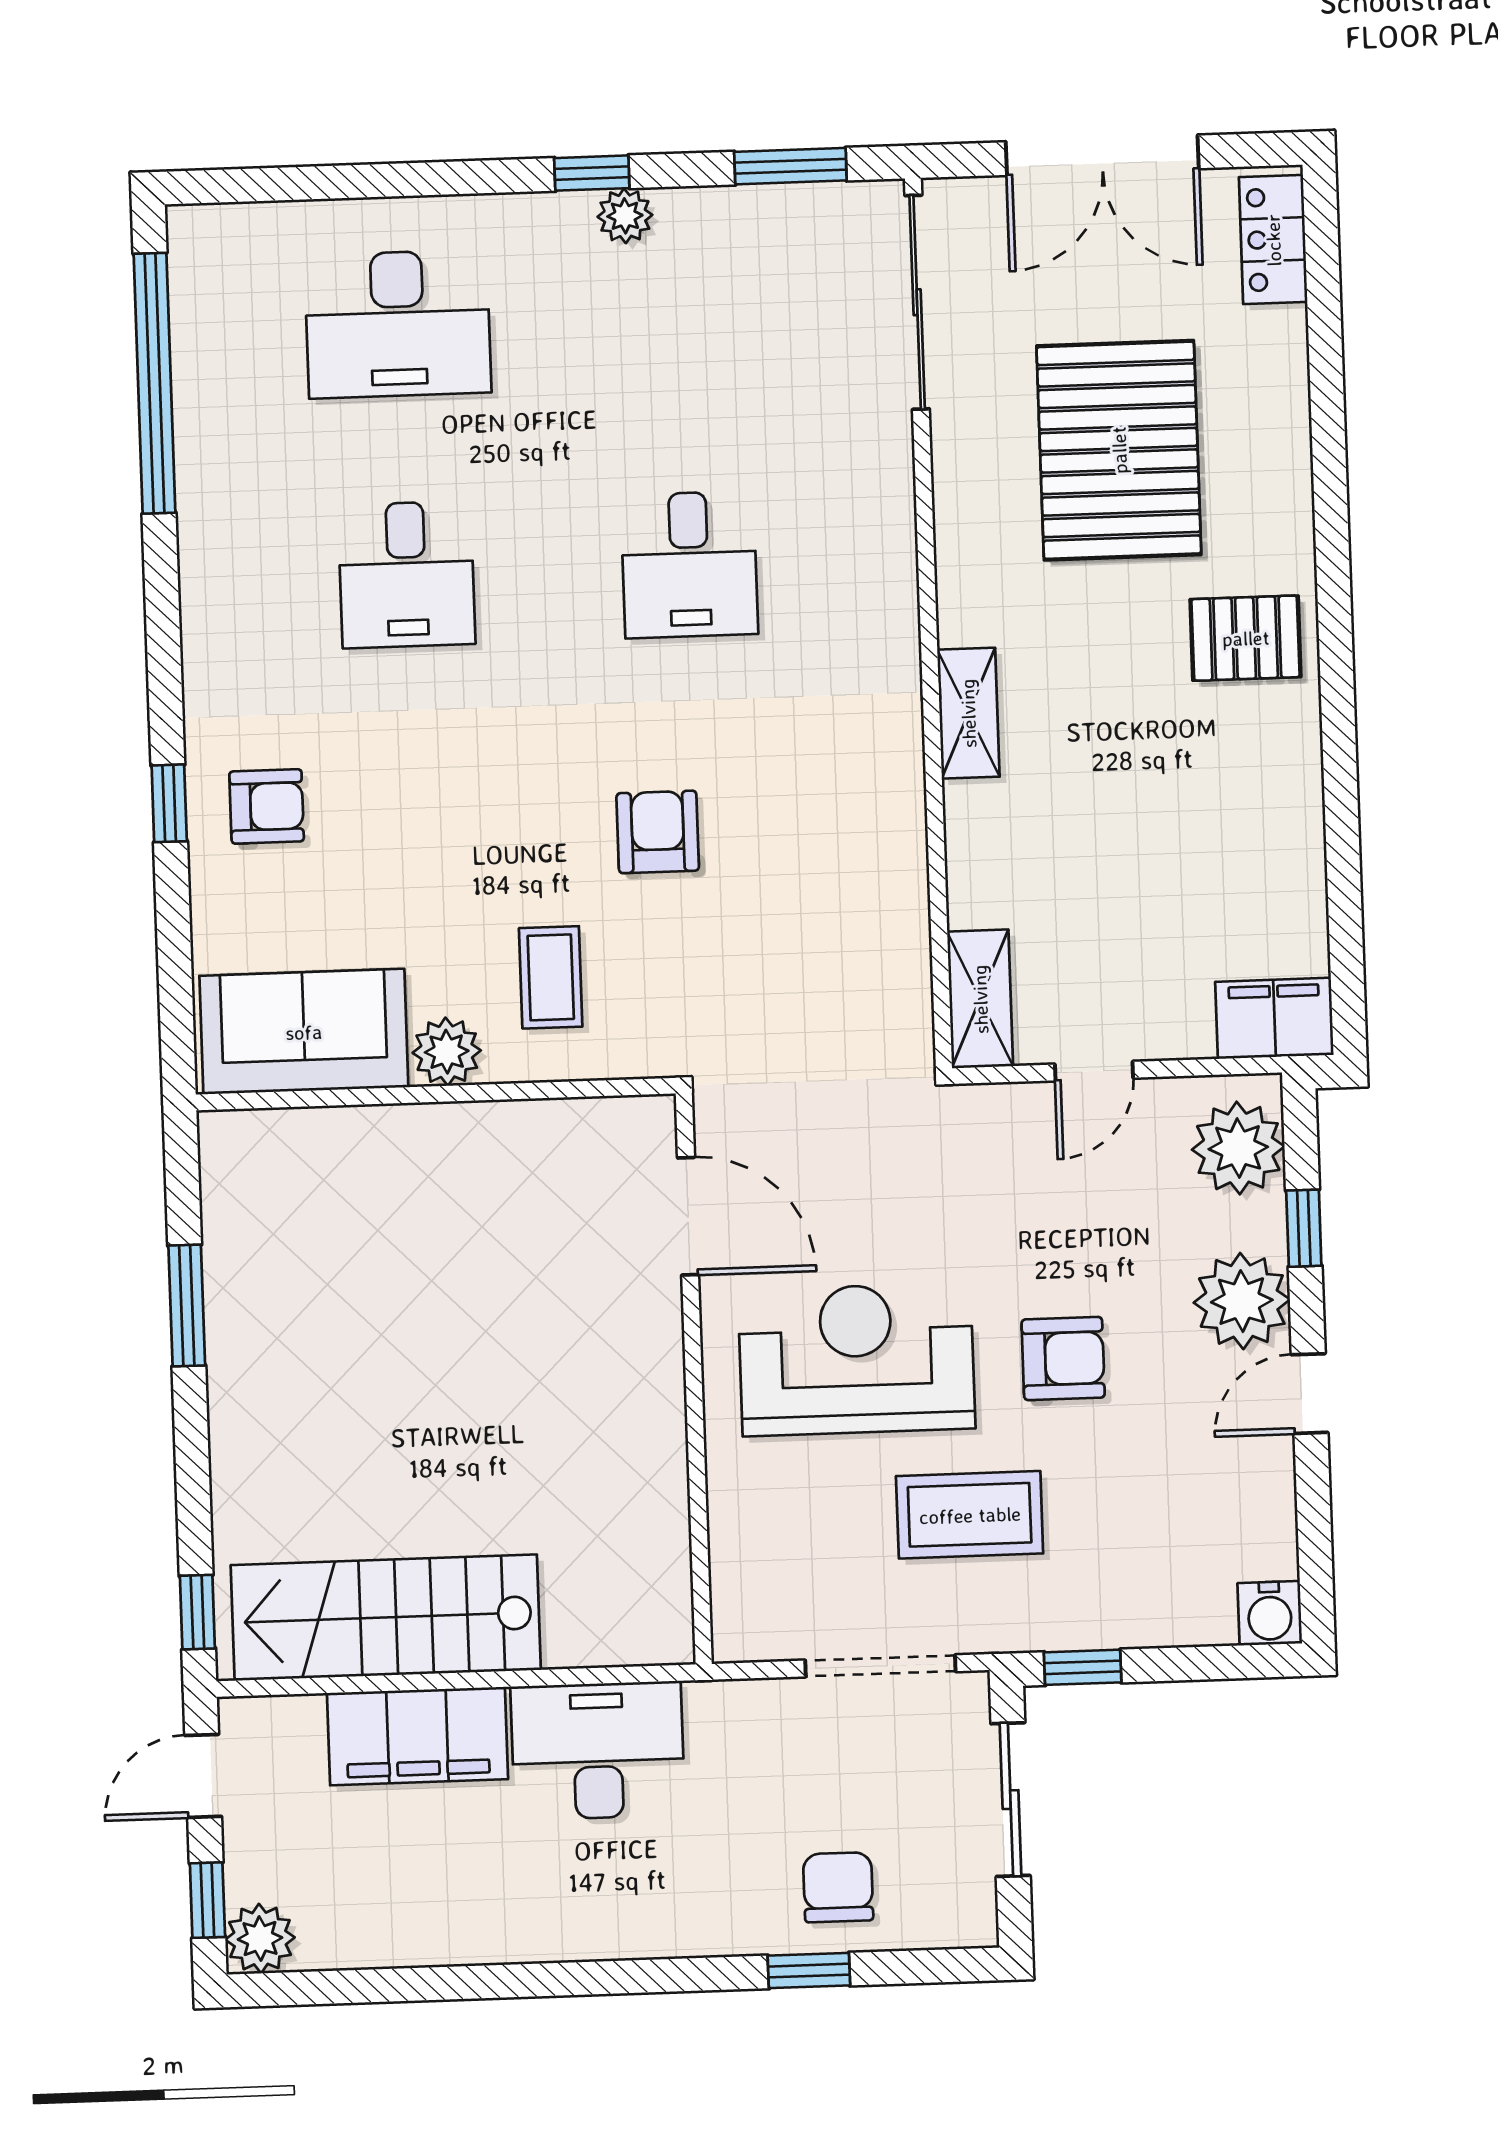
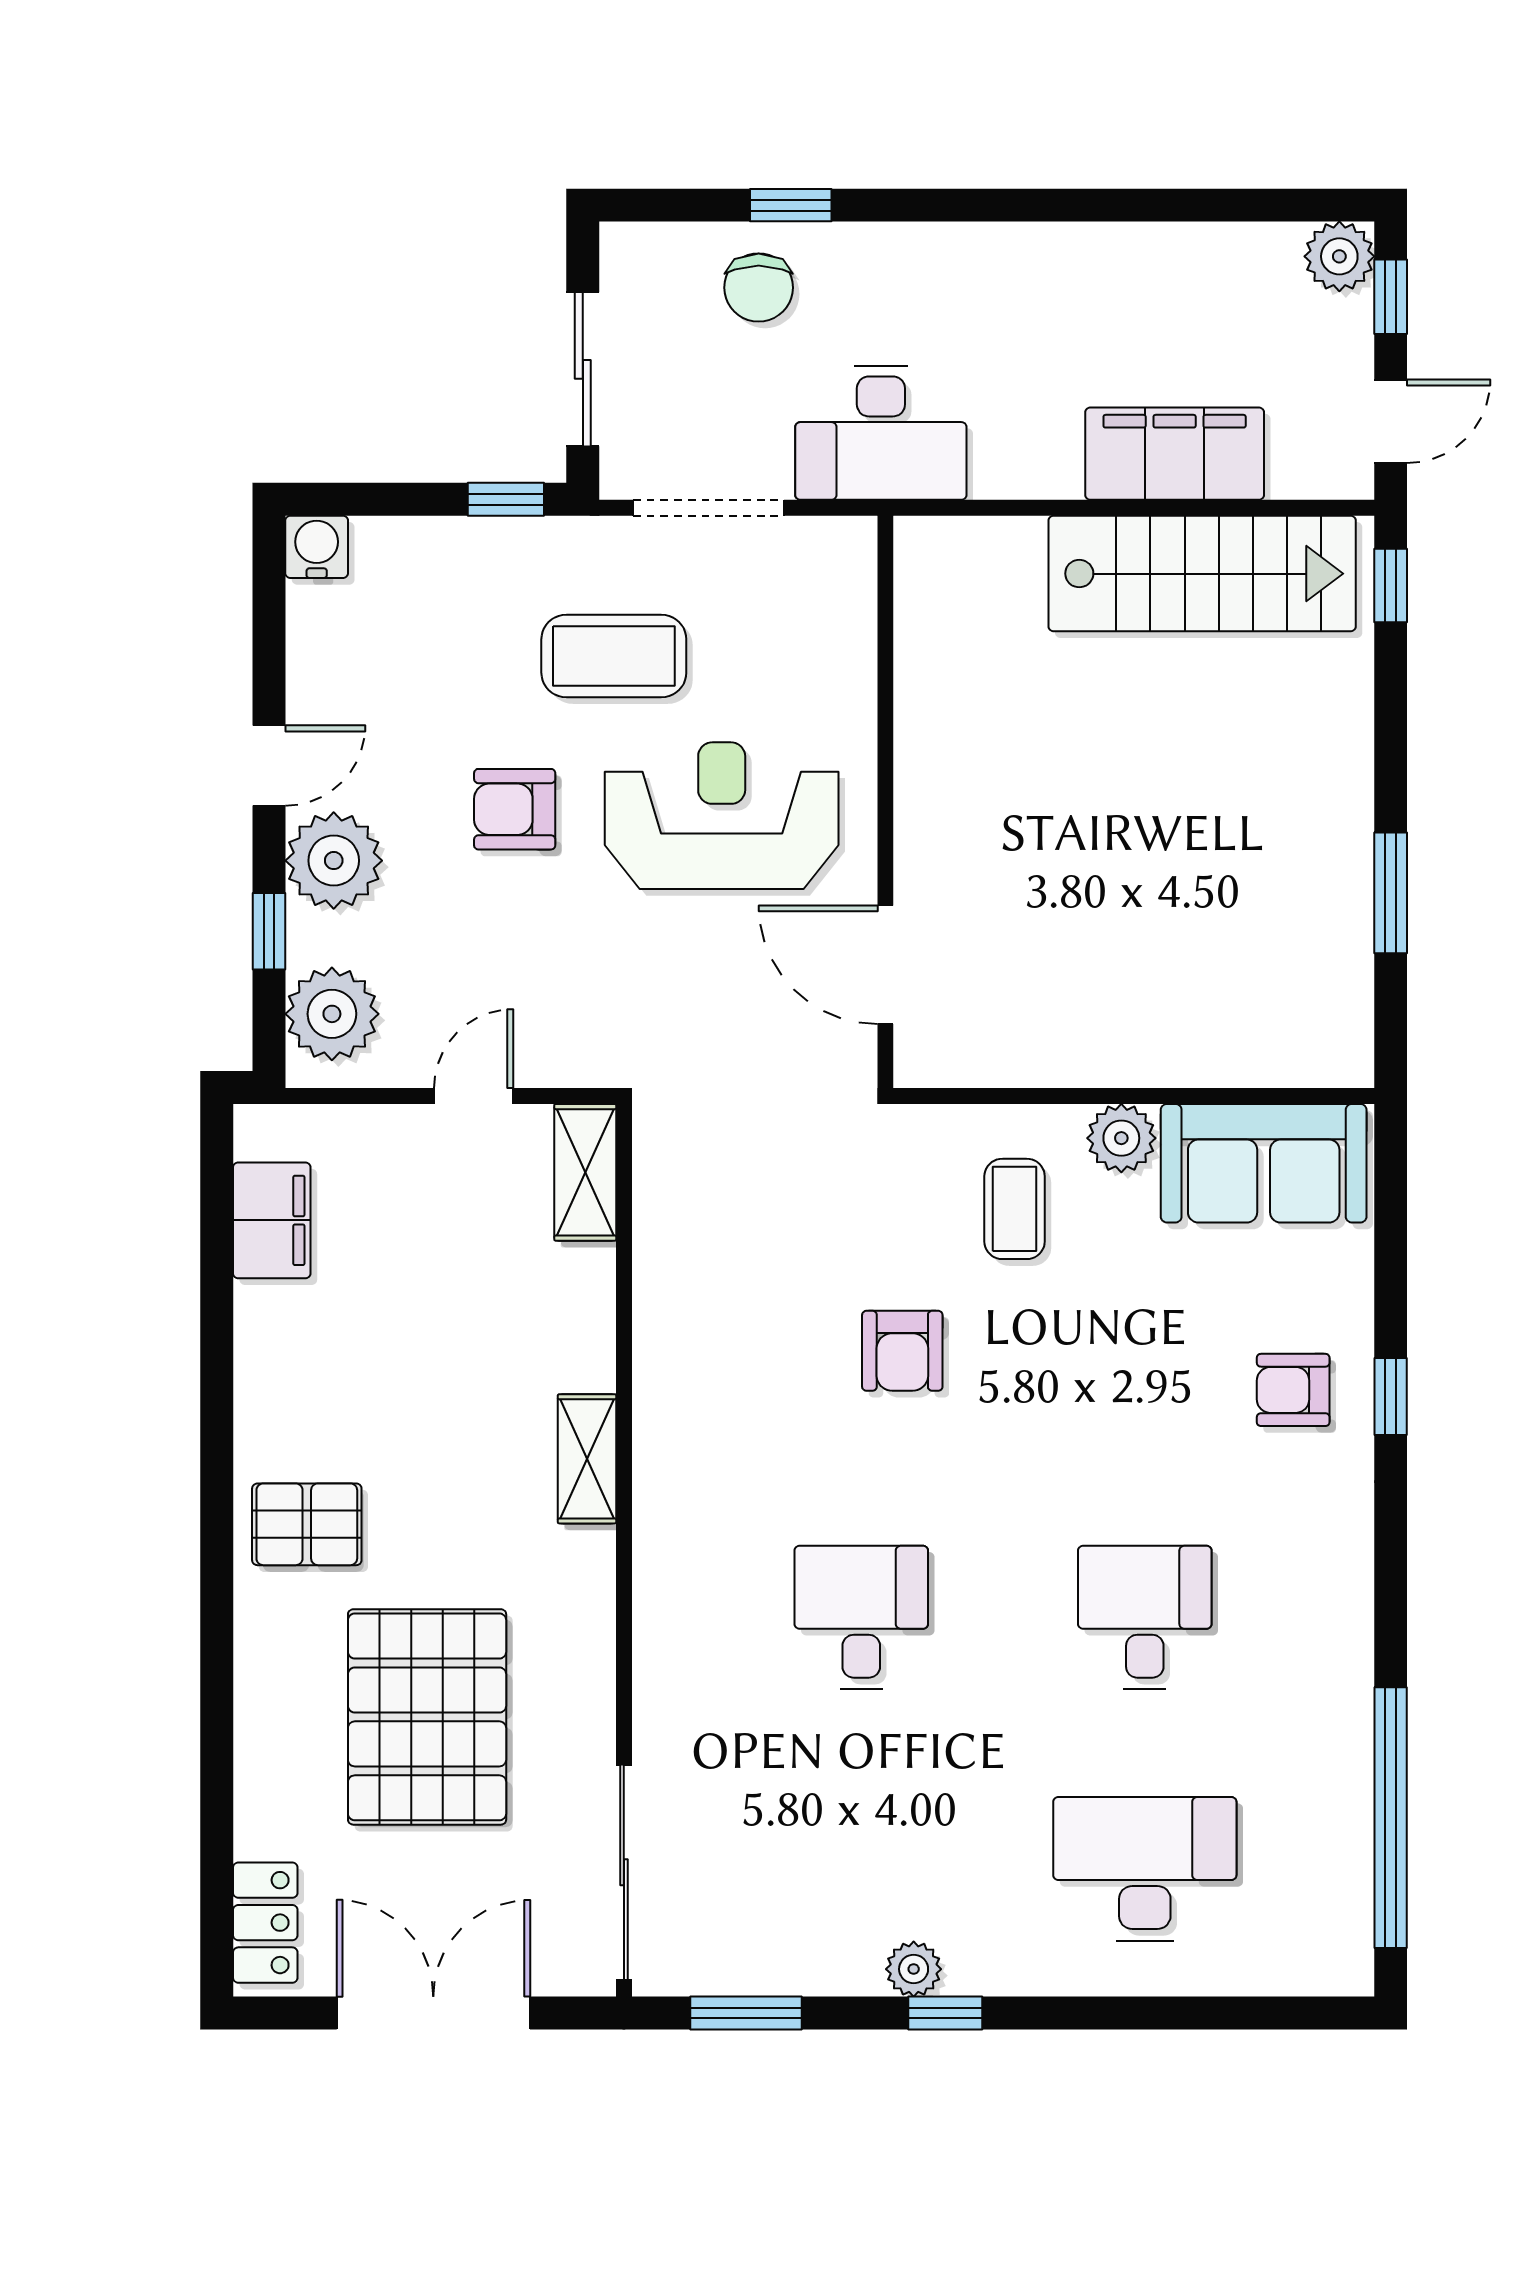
filing cabinet: (1274, 1018) -> (272, 1220), moved, turned -90
reception desk: (857, 1359) -> (722, 816), turned 180
desk: (598, 1751) -> (881, 433), moved

